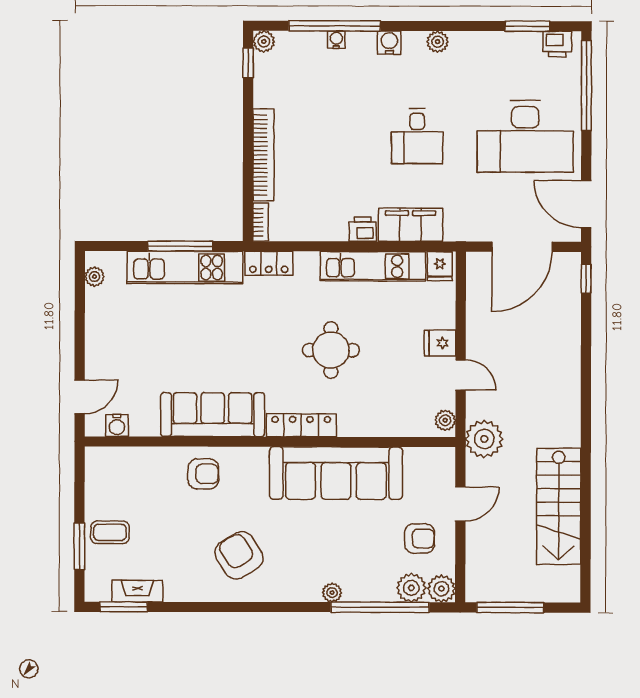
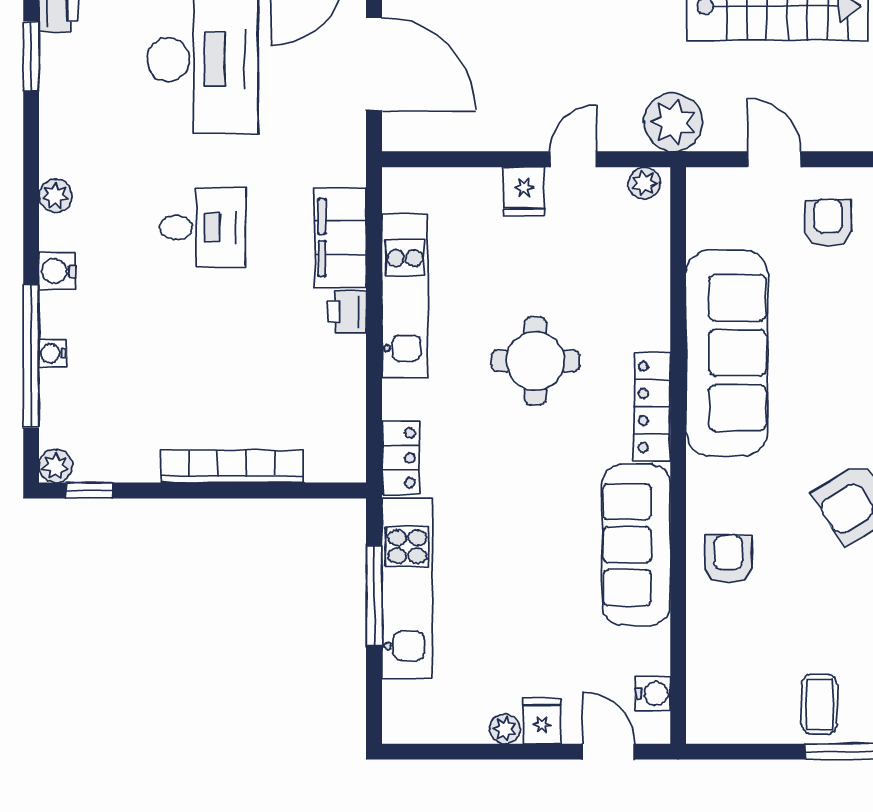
bookcase: (261, 222) -> (337, 471), removed
fridge: (440, 266) -> (542, 721), moved, turned -90
plant: (95, 277) -> (505, 729), moved

